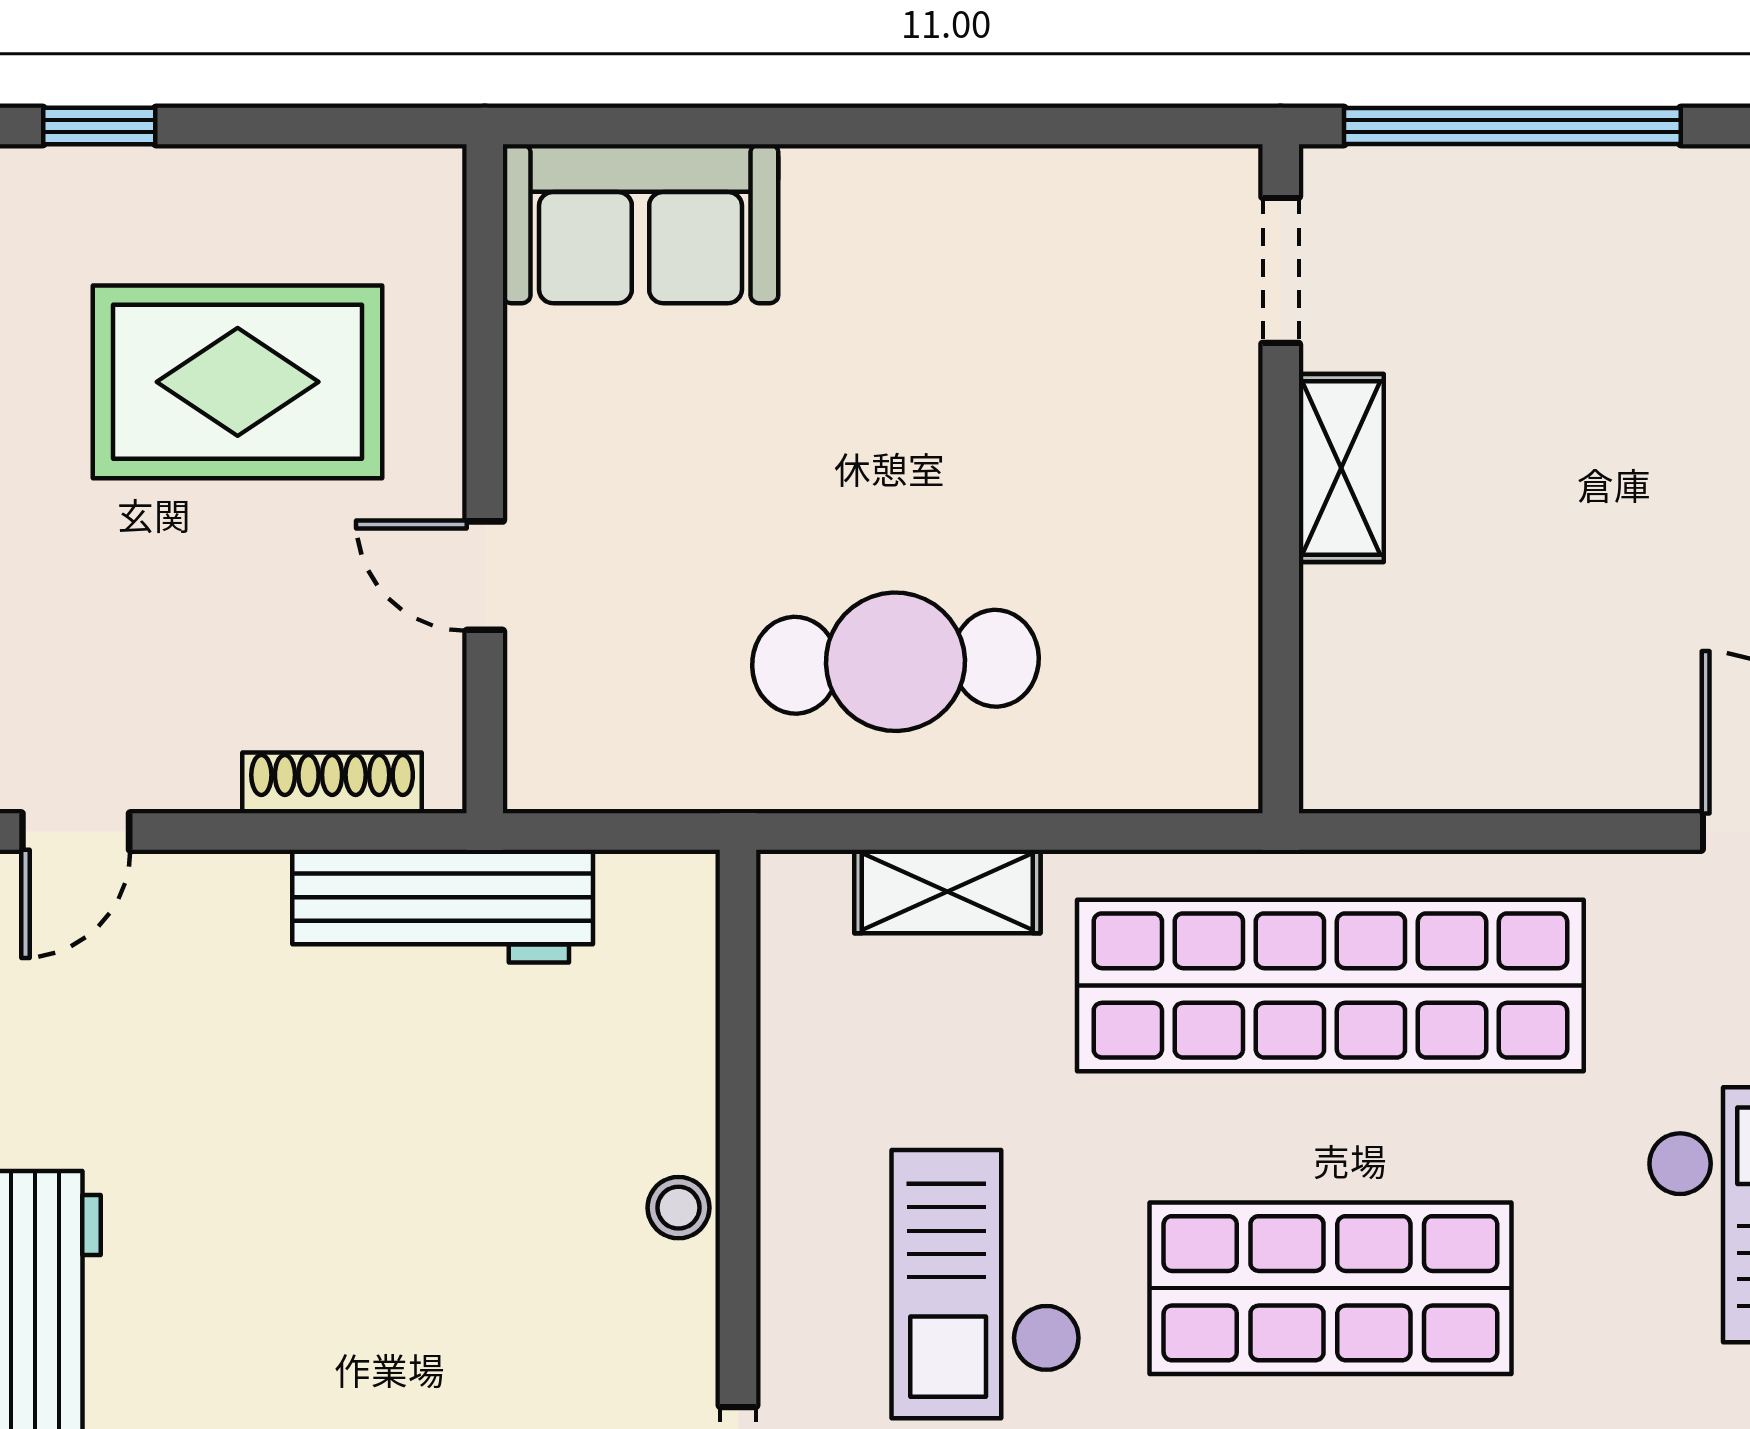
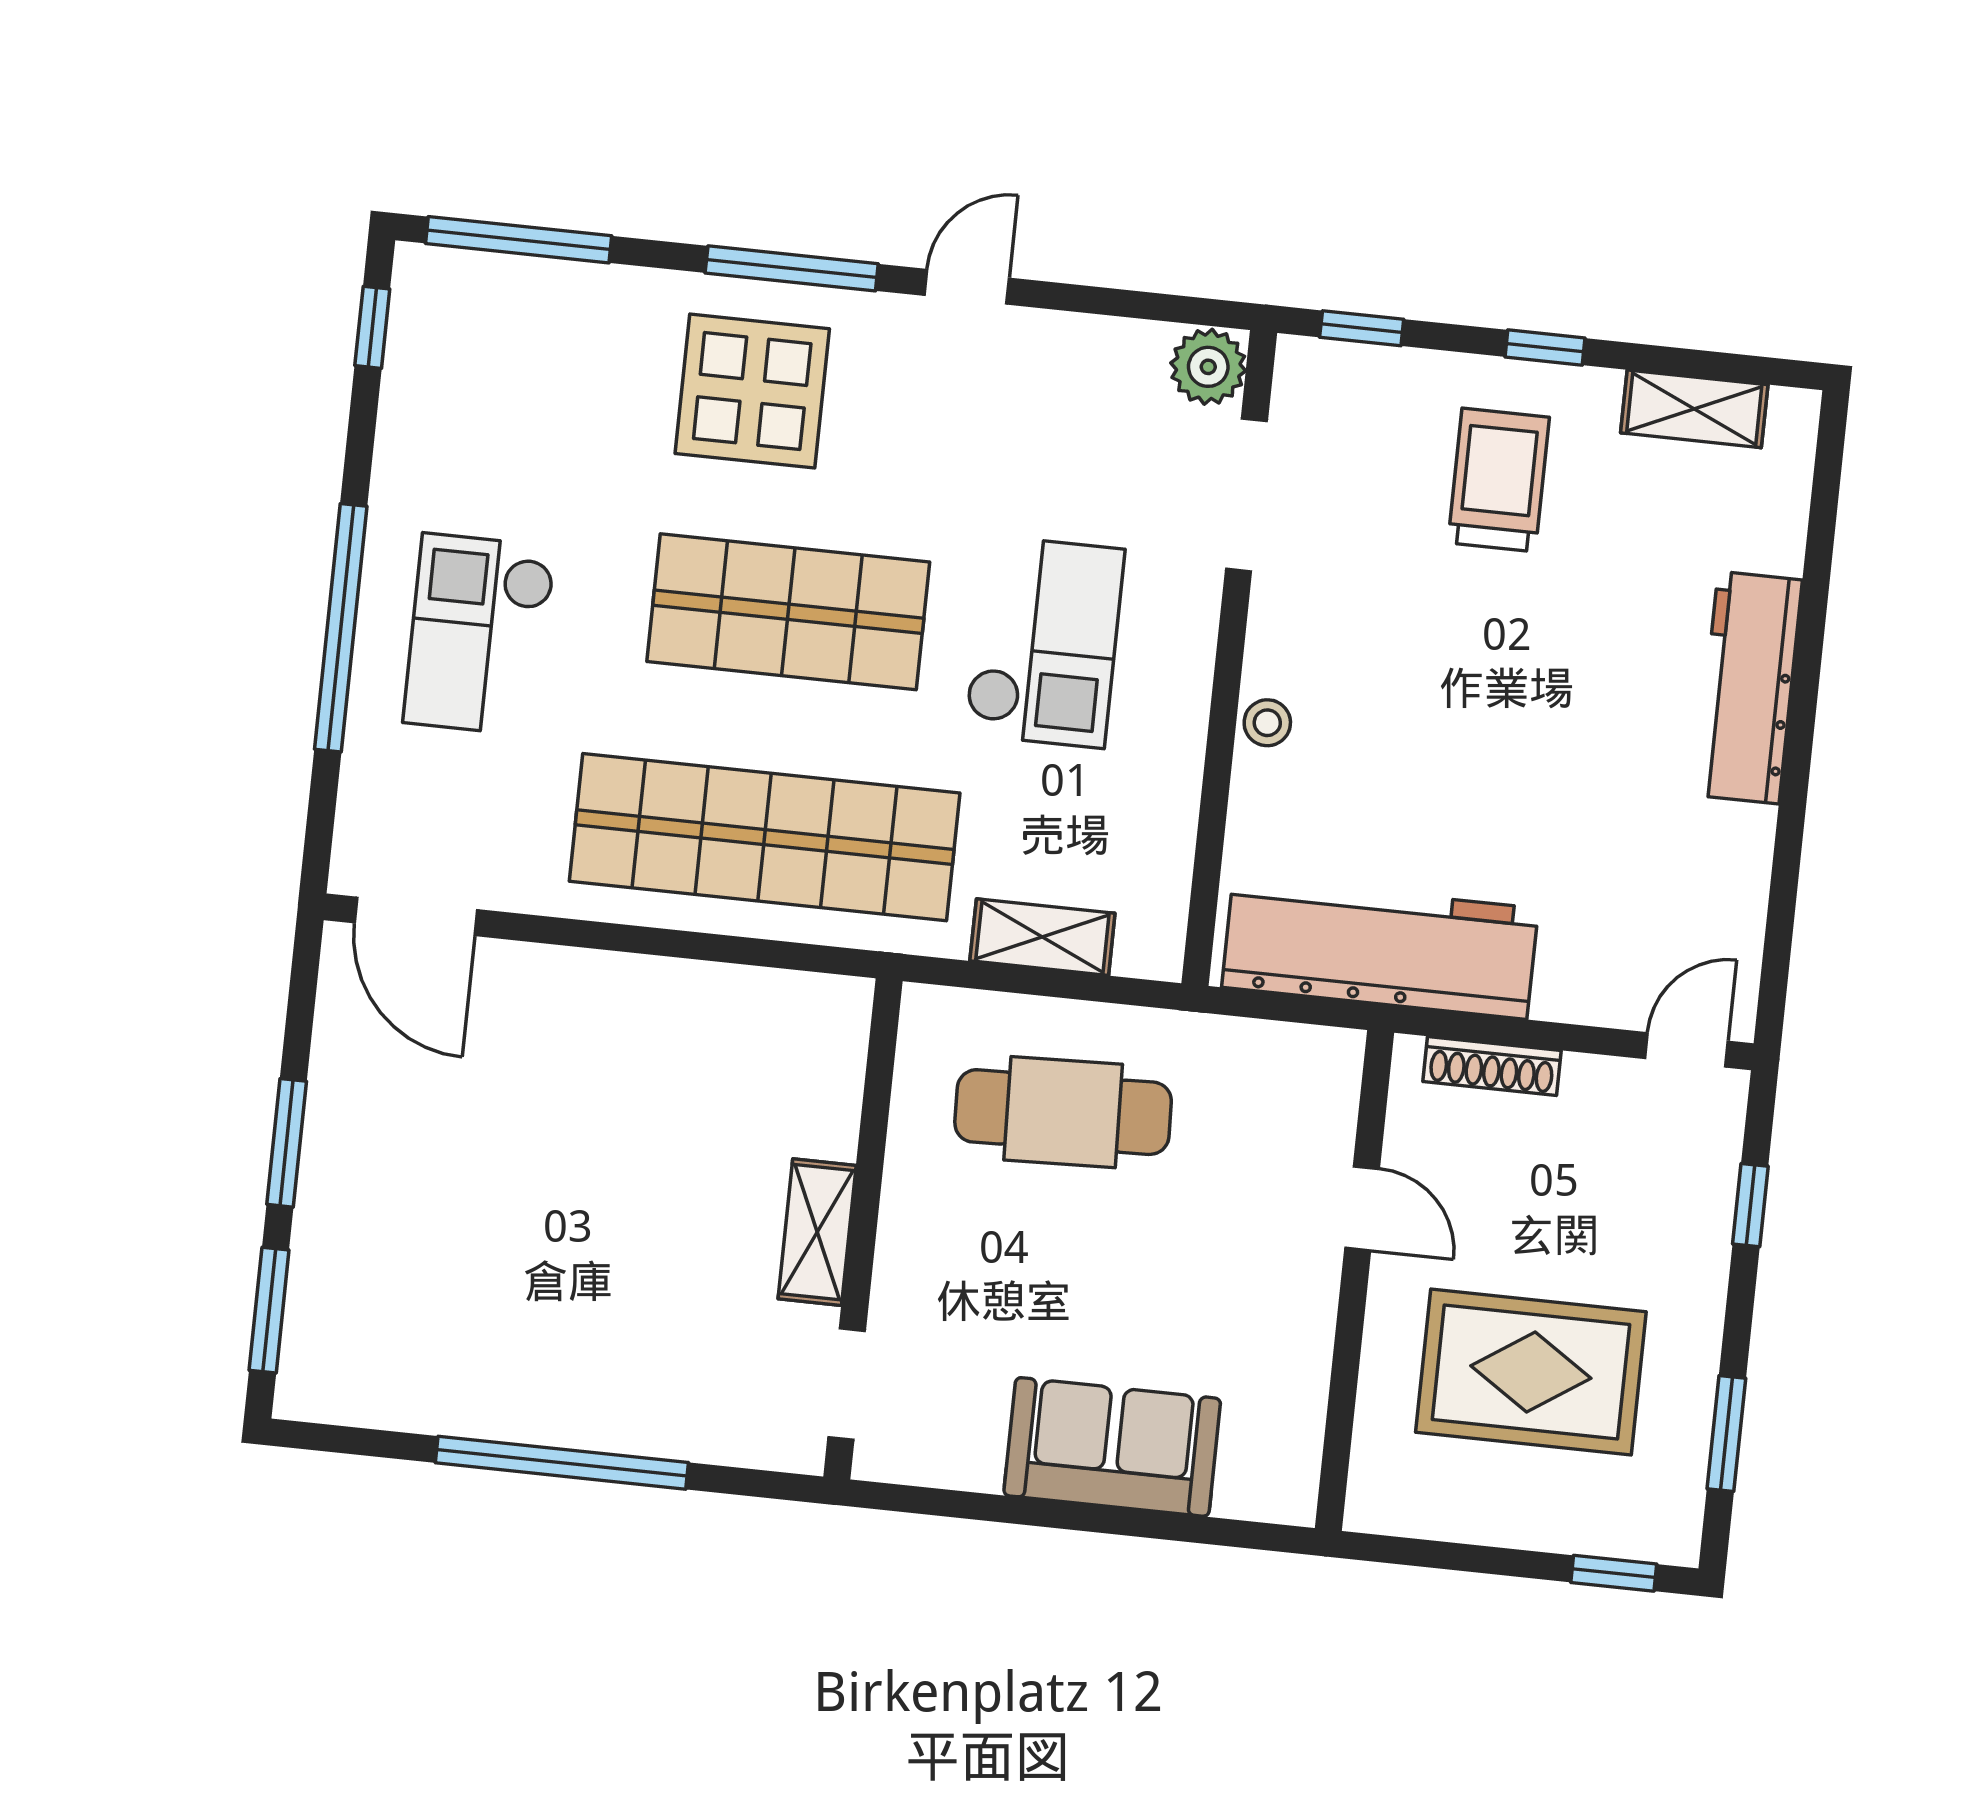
sofa: (641, 224) -> (1112, 1447), moved
doorway: (1281, 270) -> (847, 1384), moved
shelving: (1341, 468) -> (817, 1232), moved
wall: (1281, 479) -> (863, 1229), moved
workbench: (443, 906) -> (1380, 948), width x1.36, depth x1.32

